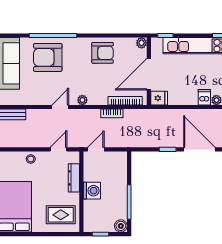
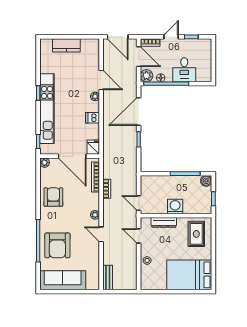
dishwasher: (204, 97) -> (92, 118), moved

